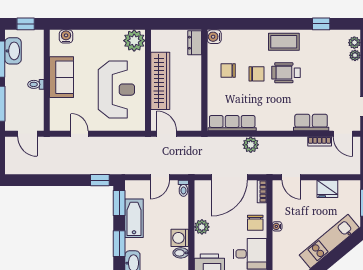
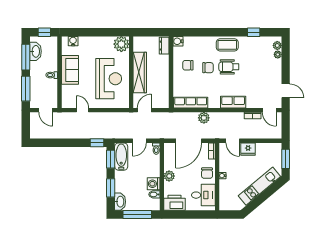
row of seats: (311, 123) -> (233, 102), moved
door: (167, 134) -> (144, 110), hinge flipped
fridge: (327, 189) -> (248, 149), moved
bathtub: (134, 218) -> (121, 157), moved

